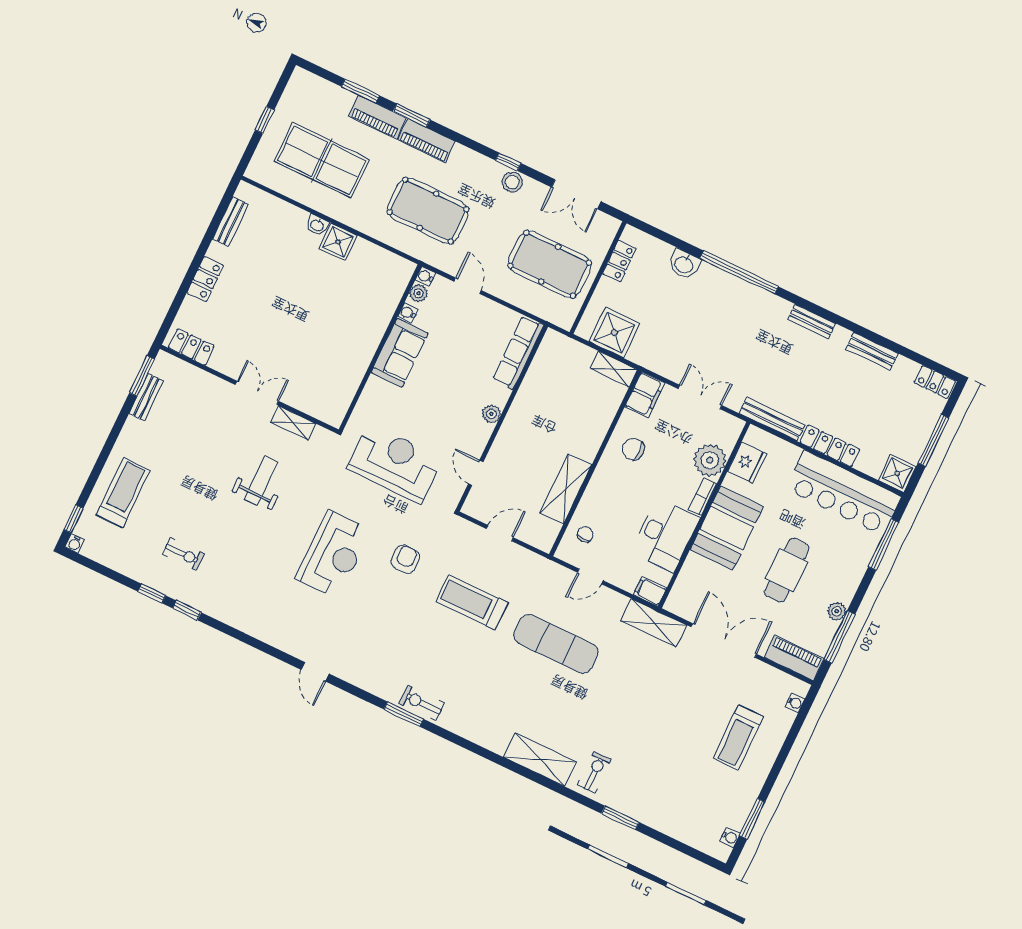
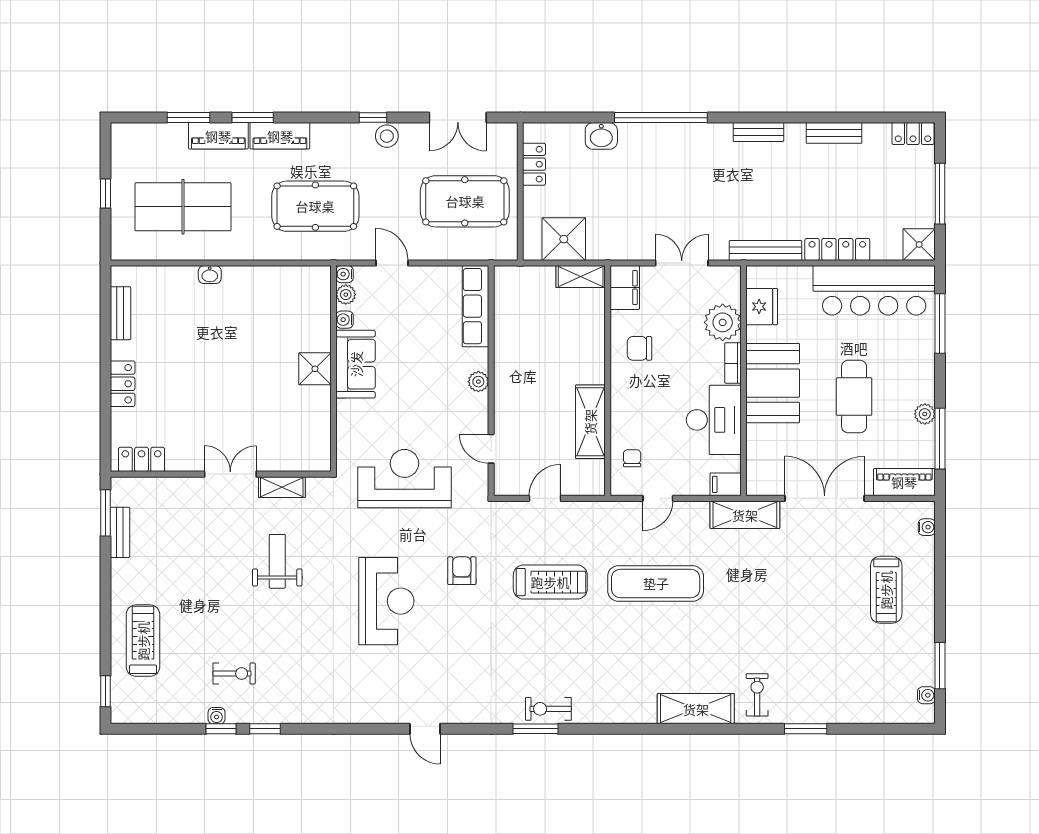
shower: (338, 242) -> (315, 369), moved
water cooler: (75, 544) -> (217, 716), moved
treadmill: (472, 602) -> (550, 582), turned 180

